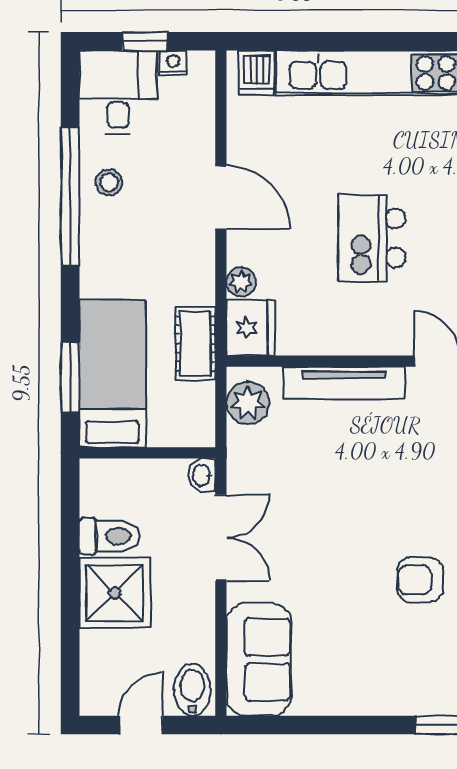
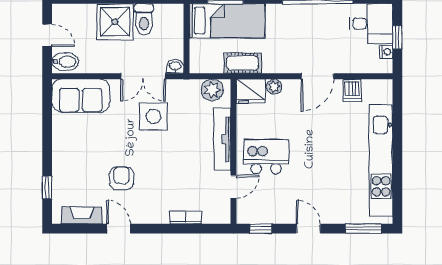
dishwasher: (257, 73) -> (352, 90), moved, turned -90
stool: (109, 182) -> (325, 19), removed
kitchen island: (372, 238) -> (266, 157), moved
side table: (299, 518) -> (153, 116), added

